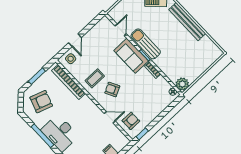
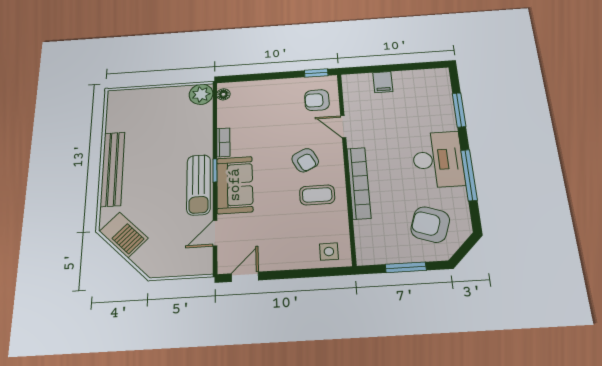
door: (75, 40) -> (245, 277), moved
bookcase: (68, 82) -> (359, 183), moved

